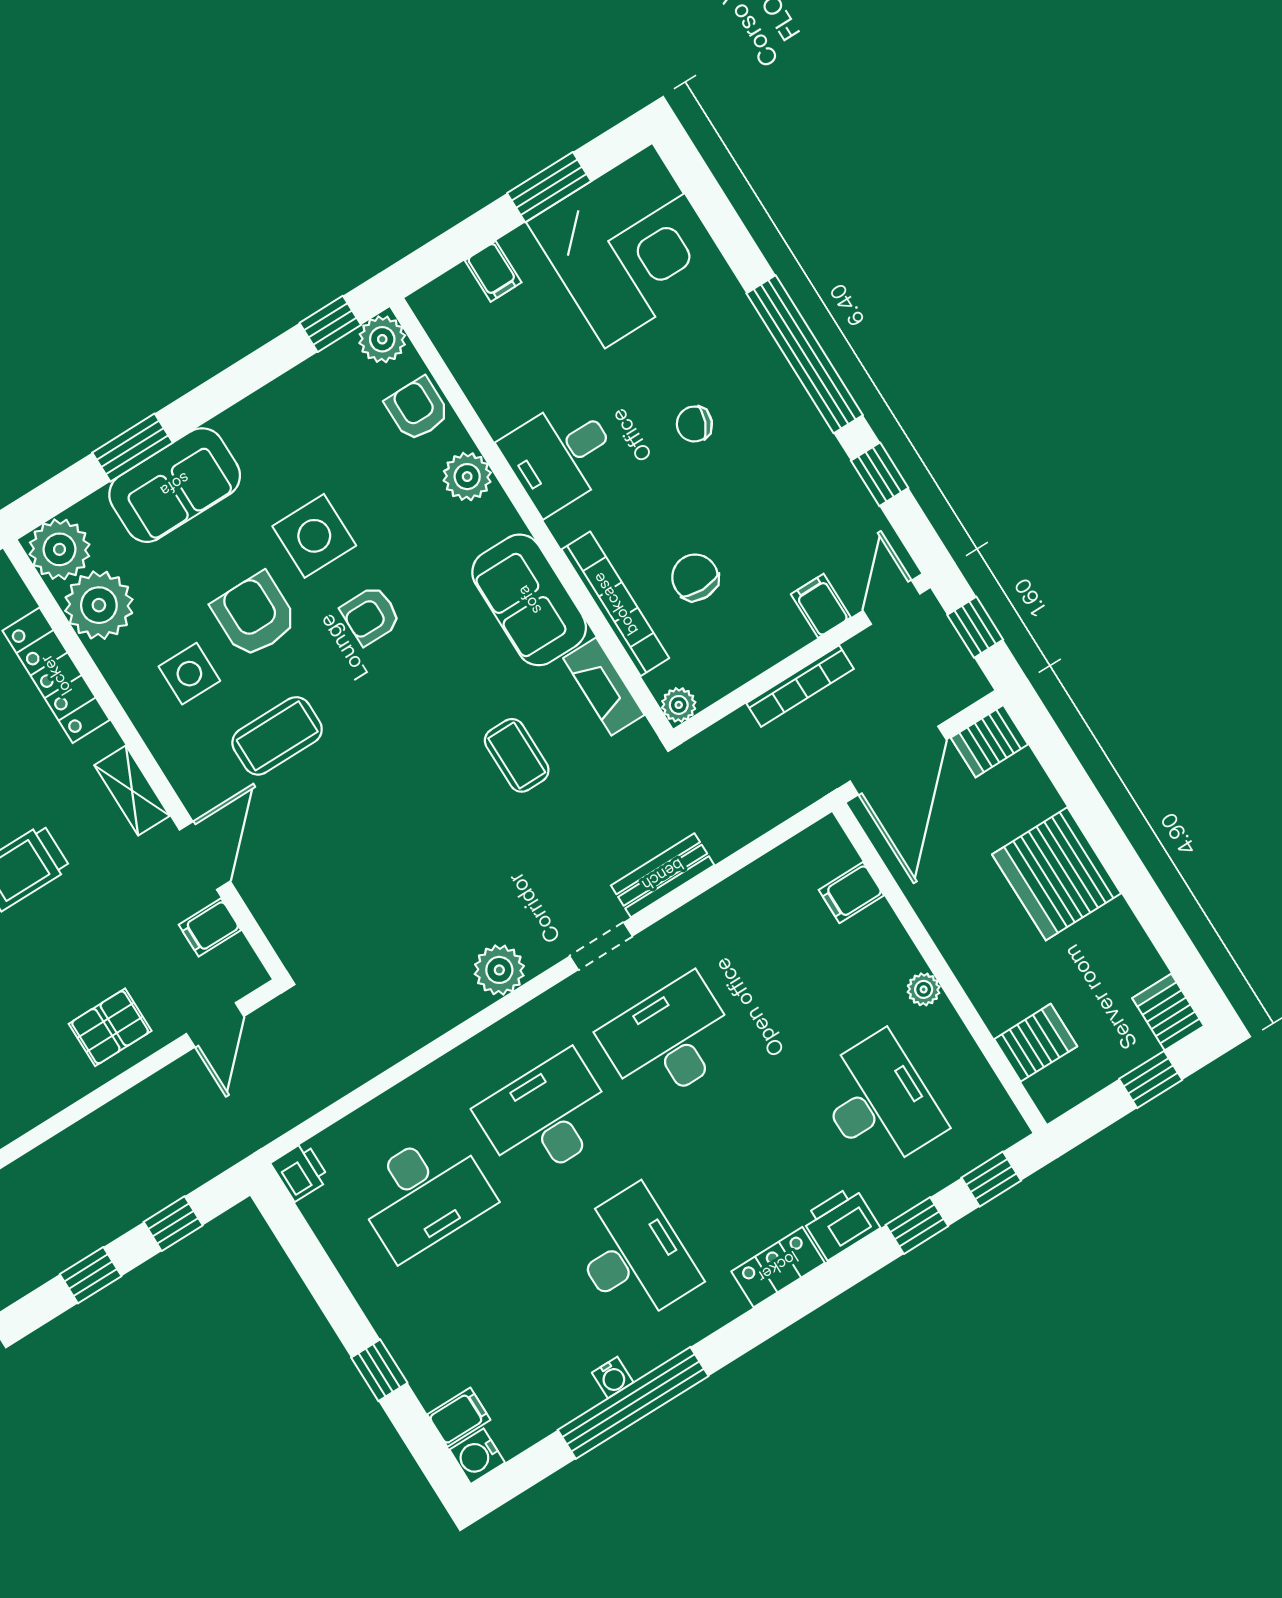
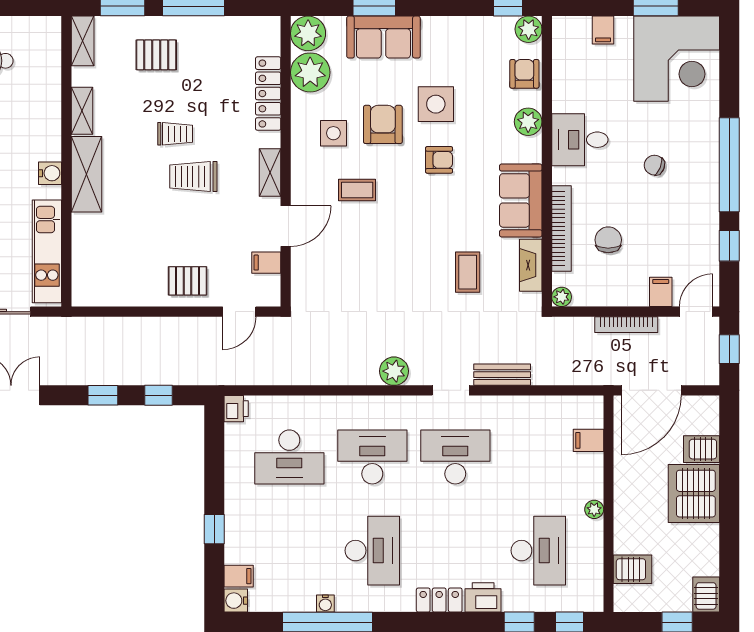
armchair: (371, 615) -> (439, 160), turned 180
coffee table: (277, 736) -> (357, 190), width x0.73, depth x0.77
server rack: (989, 741) -> (702, 449), moved

